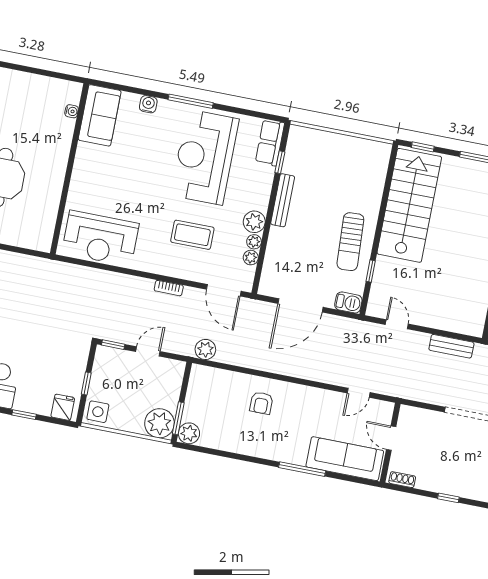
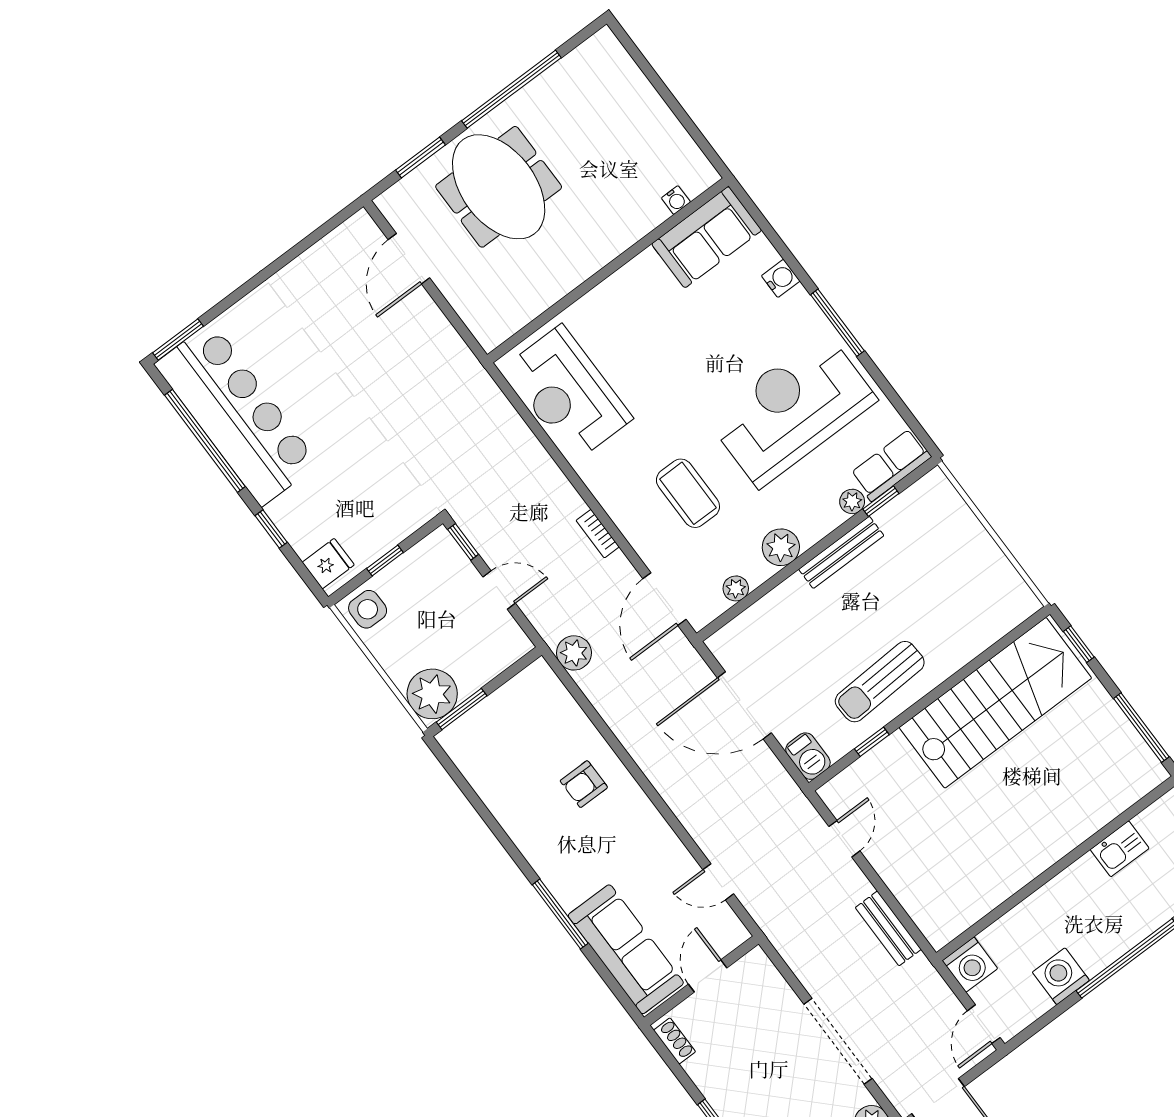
plant: (254, 242) -> (852, 501), moved
plant: (189, 433) -> (458, 740), removed

